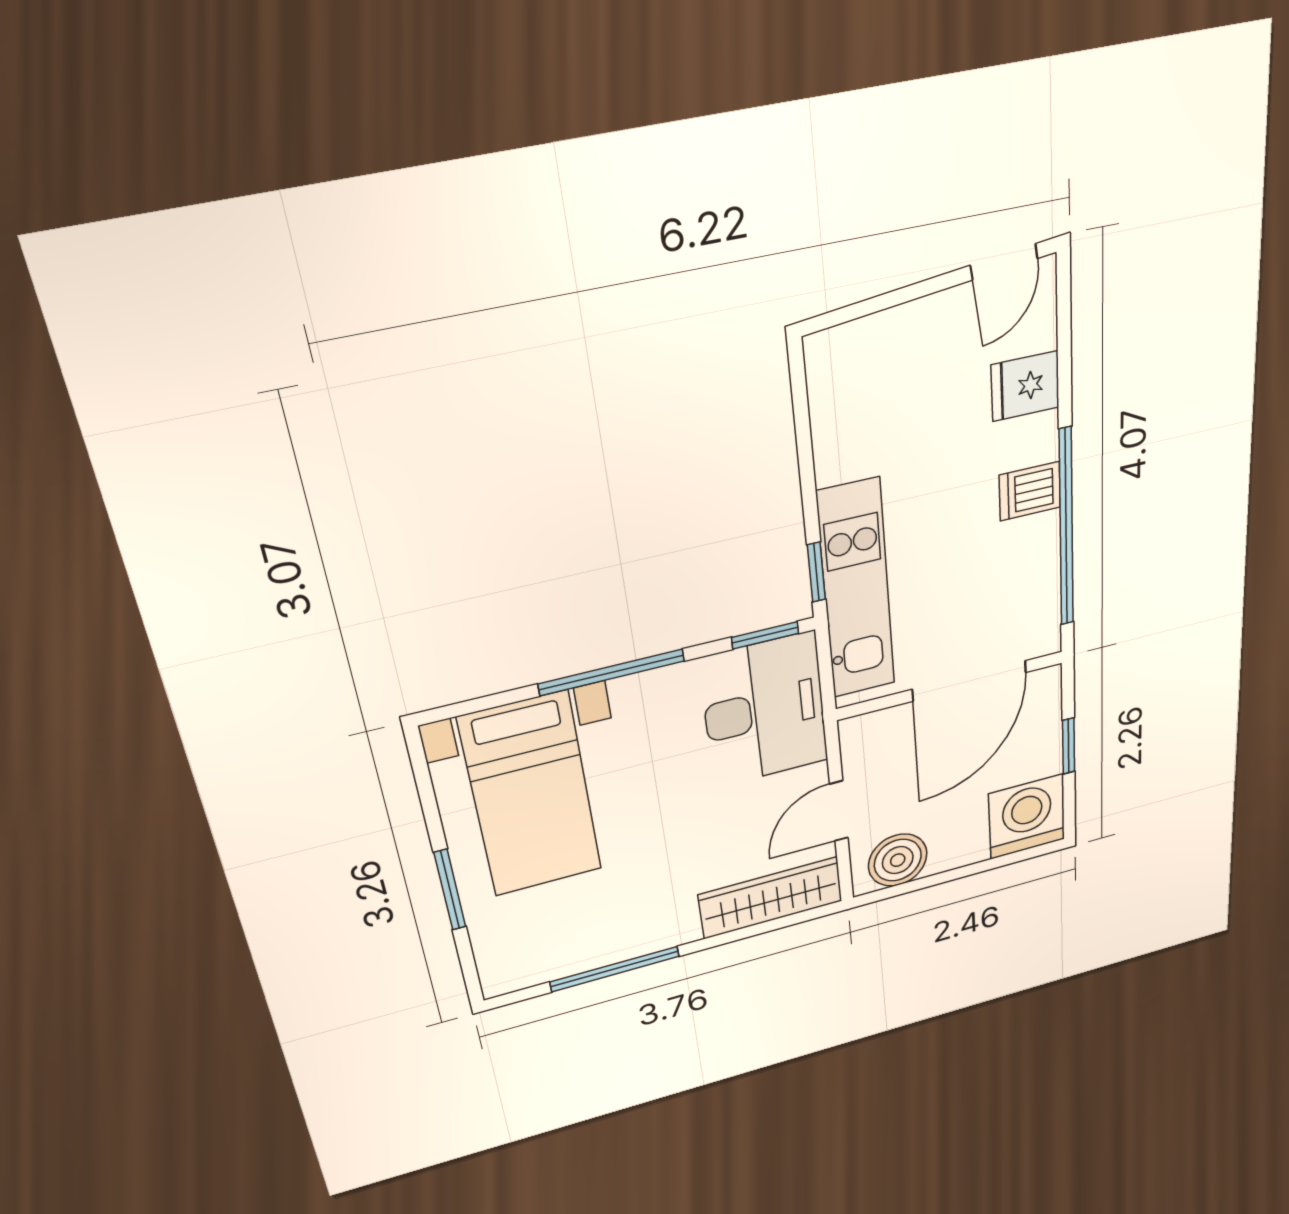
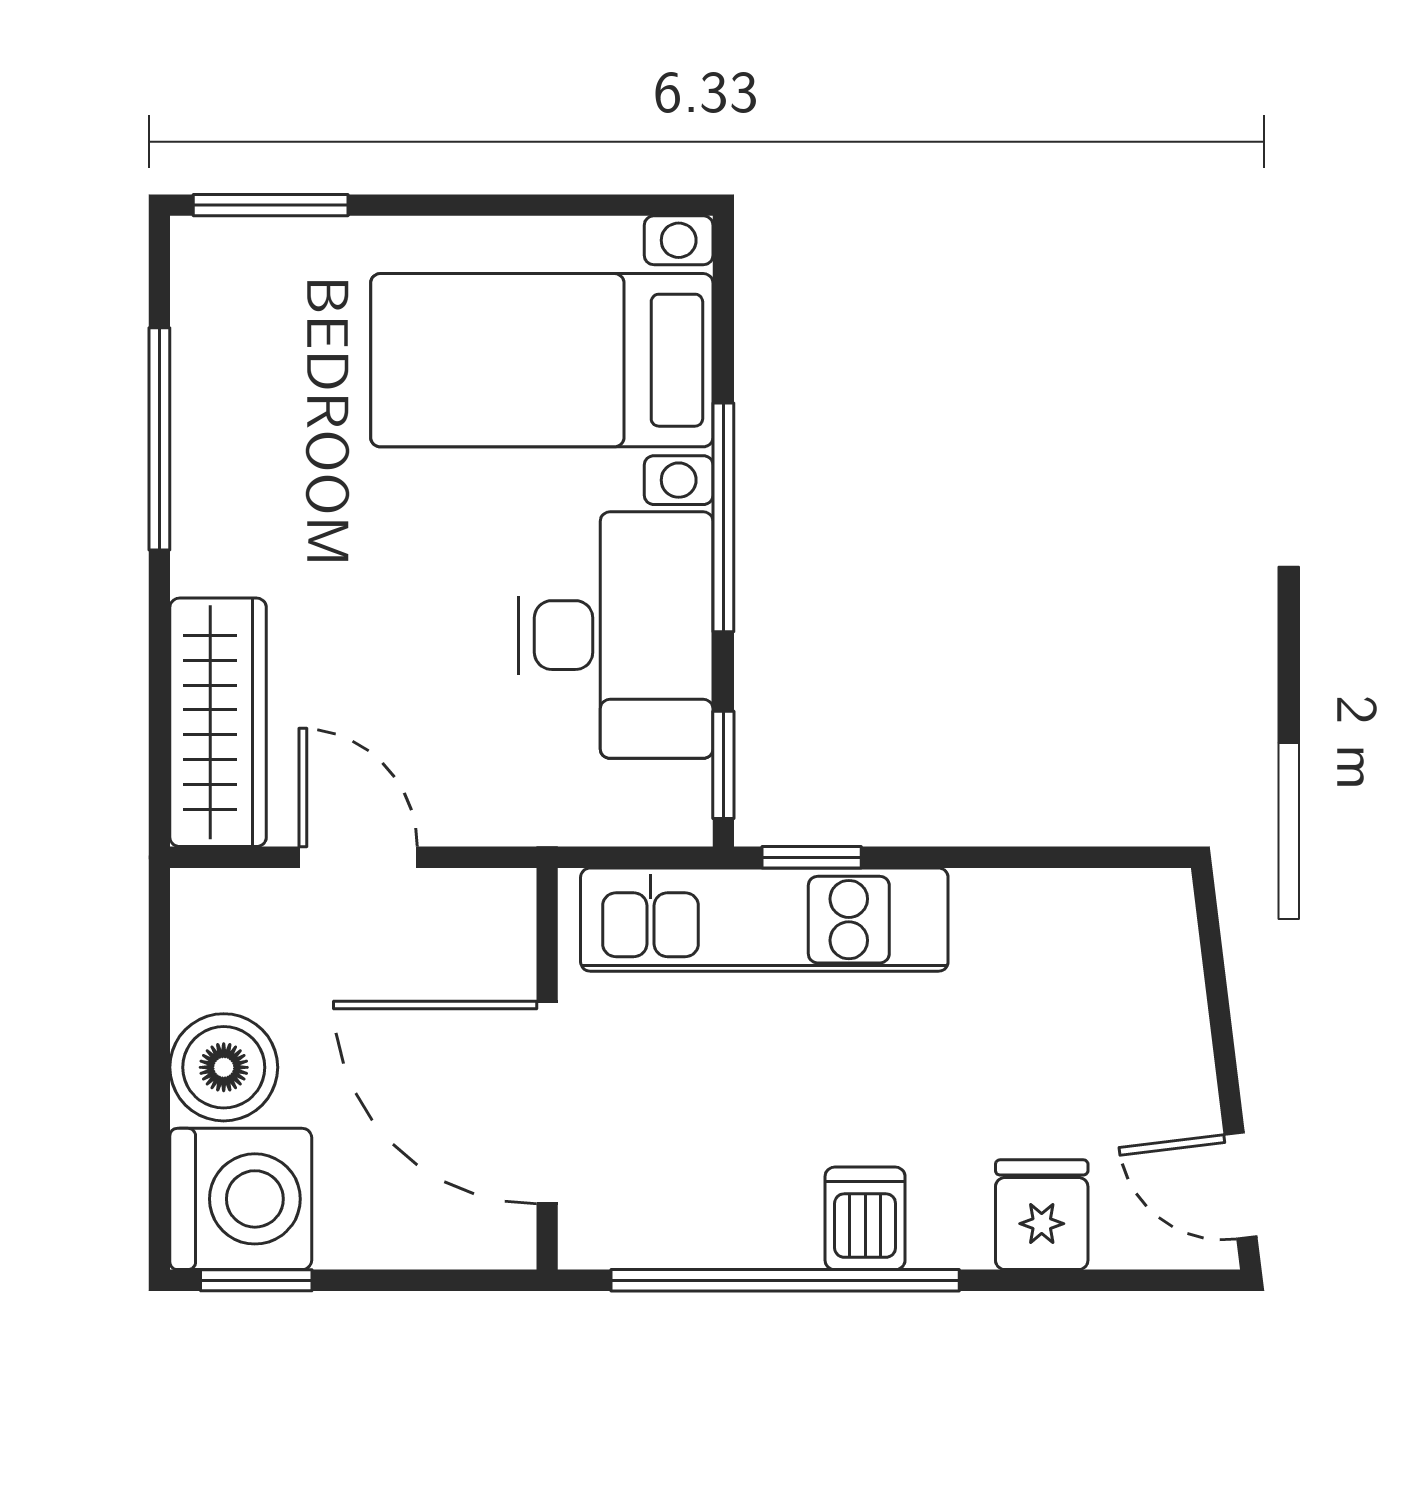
desk: (764, 710) -> (616, 635), moved, turned -90
window: (1069, 746) -> (256, 1280), moved
boiler: (898, 860) -> (224, 1067), moved
window: (450, 890) -> (271, 205), moved

